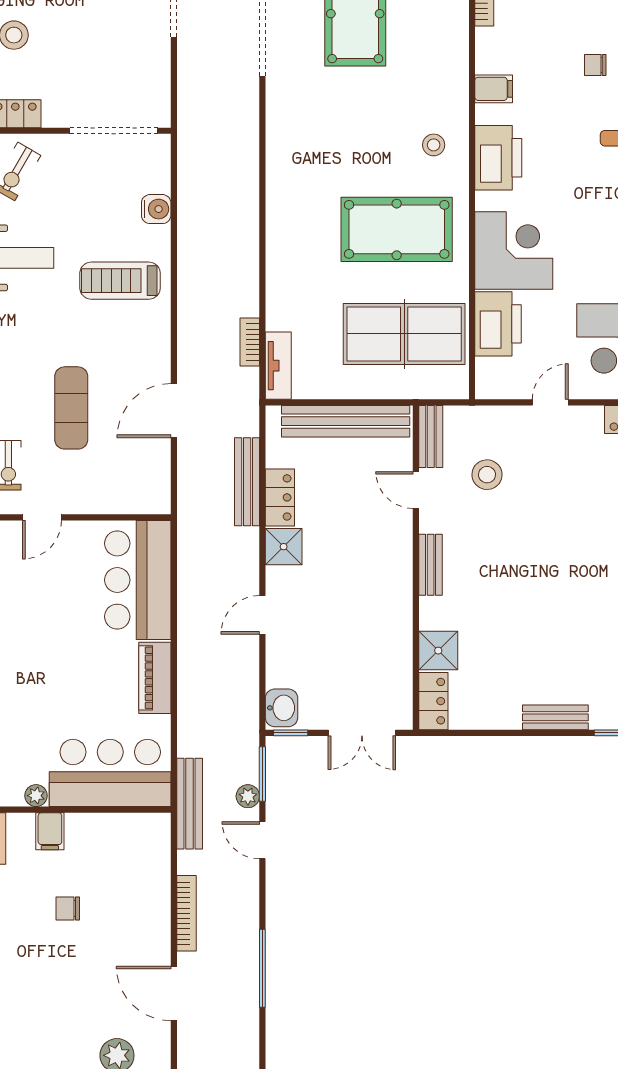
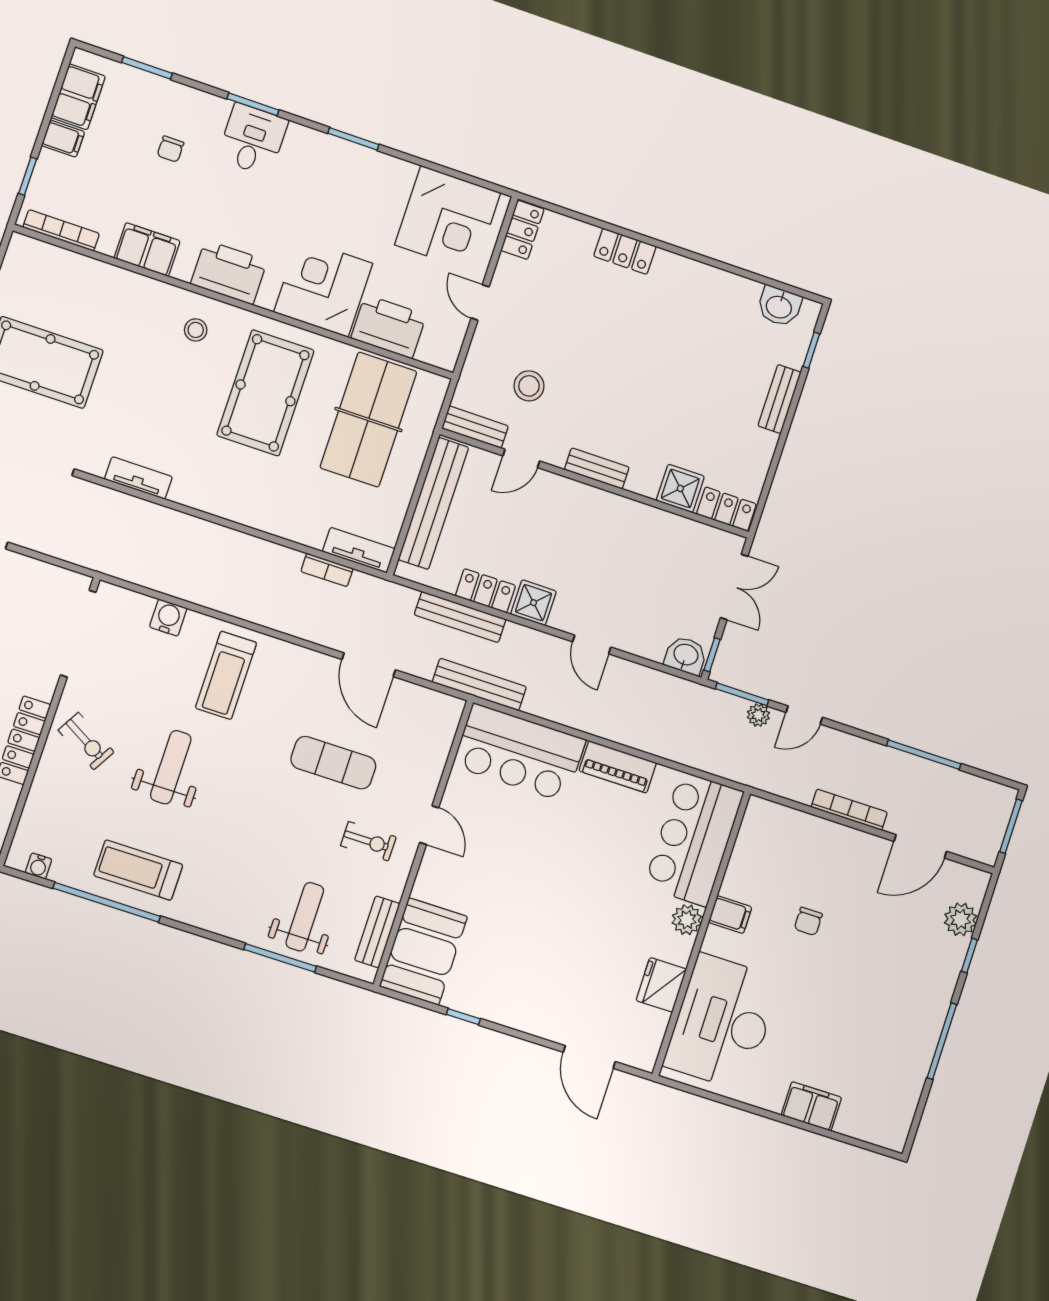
filing cabinet: (494, 89) -> (147, 249), width x2.00
tv unit: (277, 138) -> (138, 478), added
plant: (36, 796) -> (687, 920), width x1.38, depth x1.38
bench: (190, 804) -> (479, 684), moved

